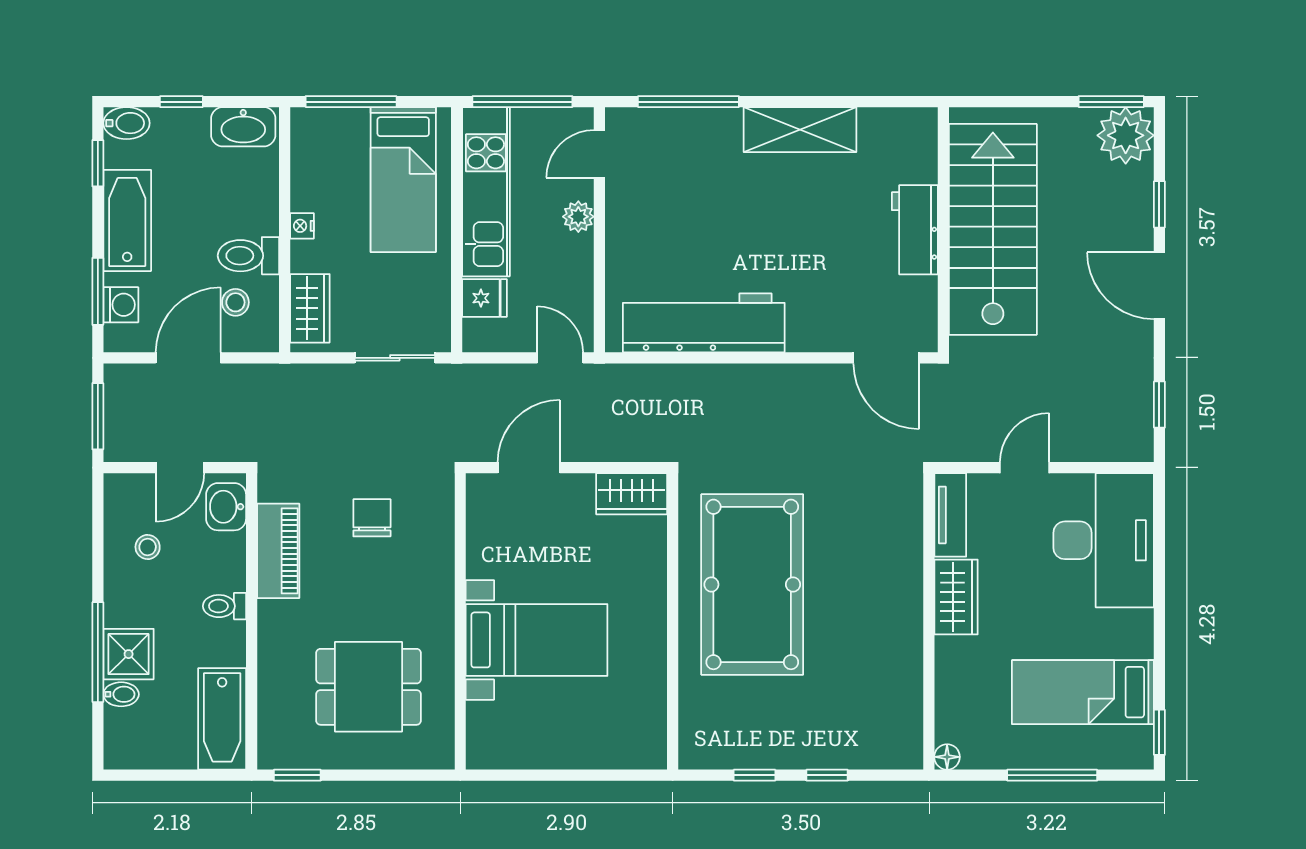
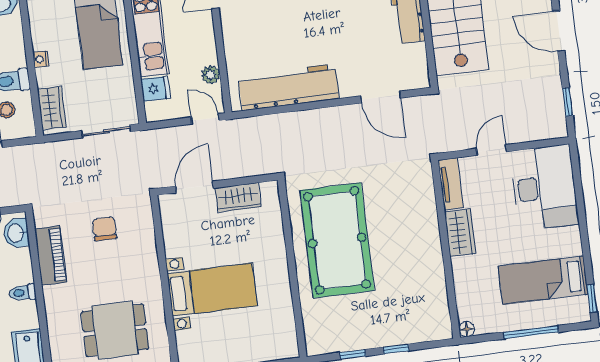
plant: (578, 217) -> (211, 75), moved
door: (886, 358) -> (381, 97), moved
wardrobe: (632, 494) -> (238, 197), moved

